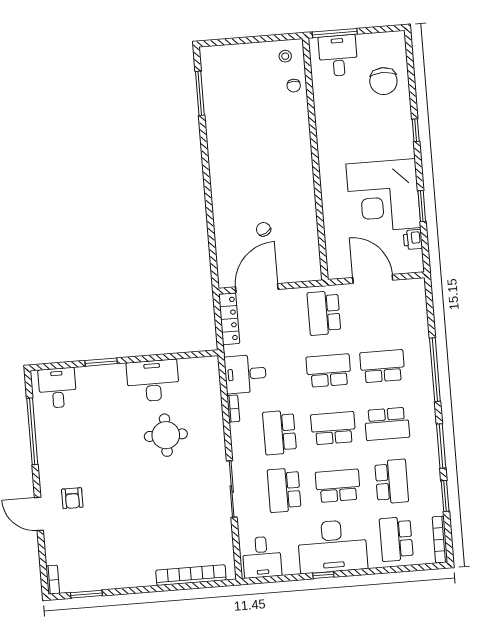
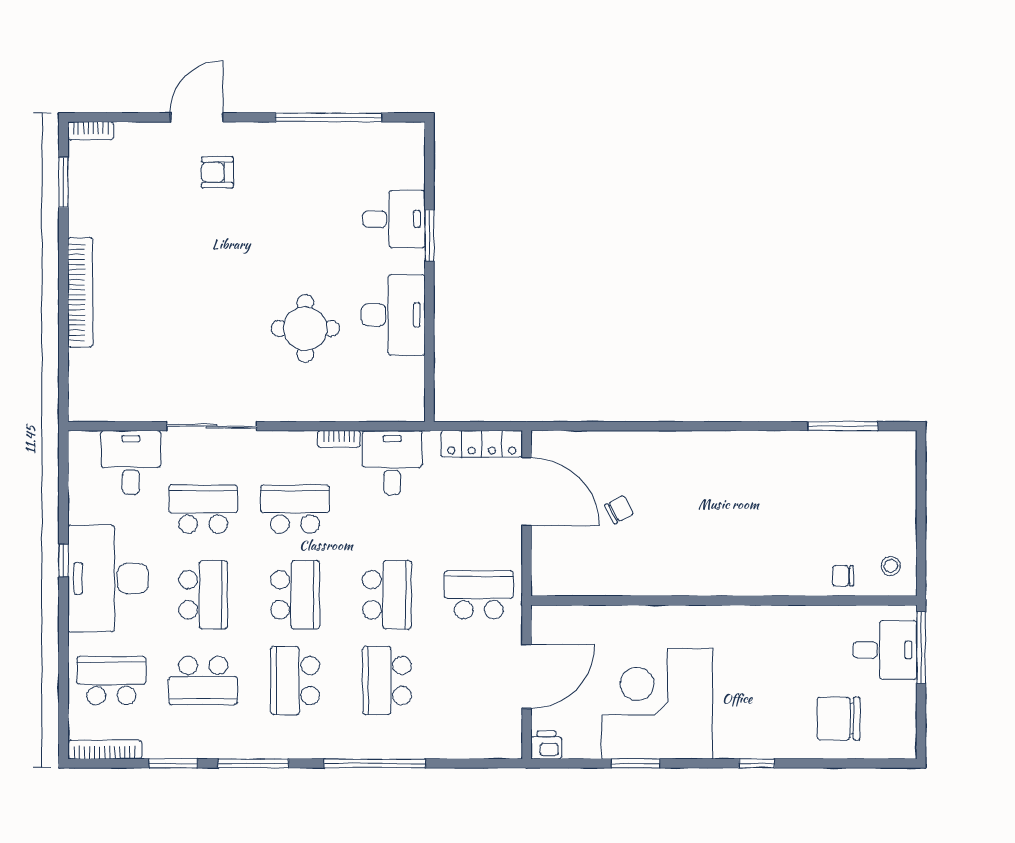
printer: (413, 239) -> (546, 745), moved
school desk: (382, 366) -> (387, 680), turned 180
desk: (57, 388) -> (394, 219), moved
desk: (262, 557) -> (131, 462), moved, turned 90
bookcase: (191, 575) -> (80, 292), moved

